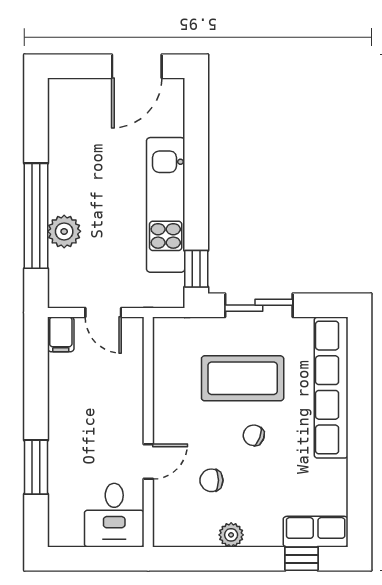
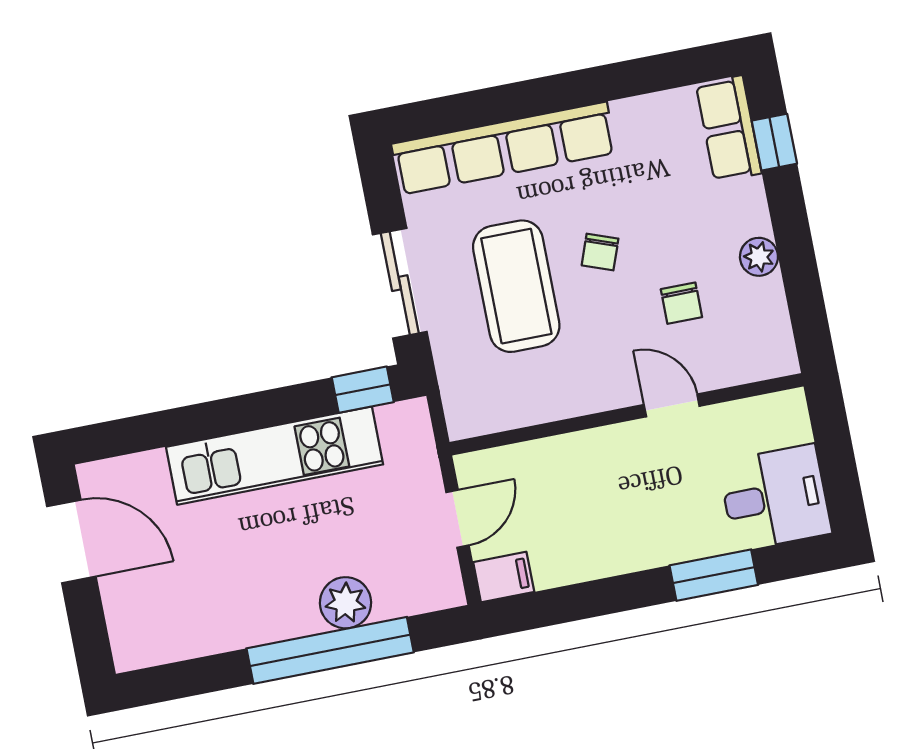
desk: (114, 515) -> (775, 498), moved

